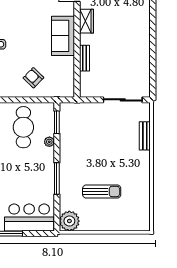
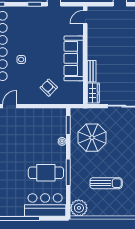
wardrobe: (87, 21) -> (93, 93), moved
sofa: (63, 36) -> (74, 58), width x1.36
cafe table: (23, 127) -> (46, 173), moved, turned 90
parasol: (85, 137) -> (92, 138), added

